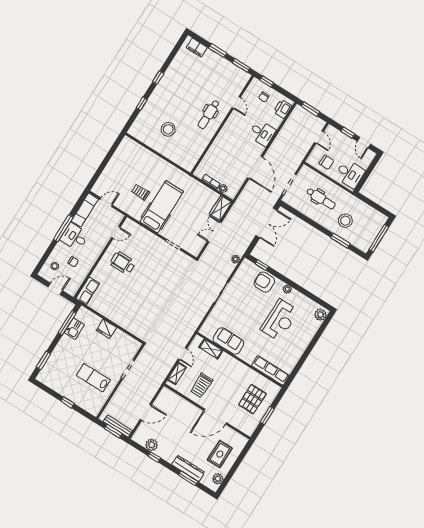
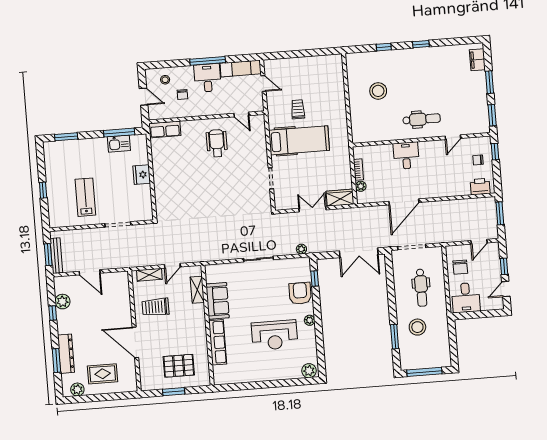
dental chair: (209, 114) -> (422, 119), turned 180
desk: (262, 133) -> (406, 156), moved, turned 180
row of seats: (270, 370) -> (218, 342), moved

